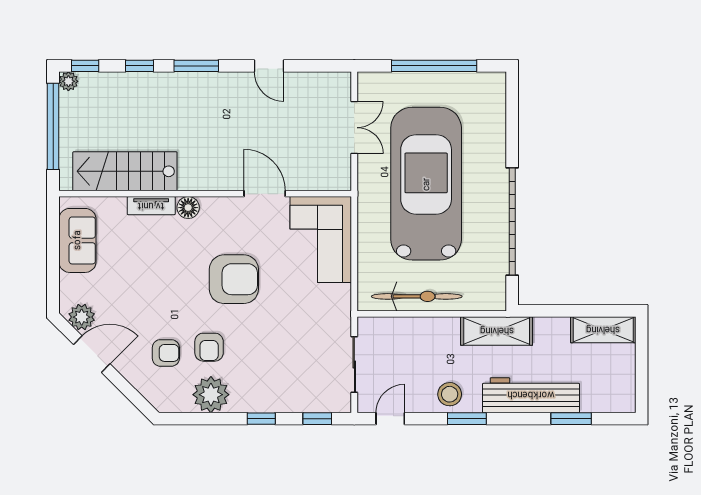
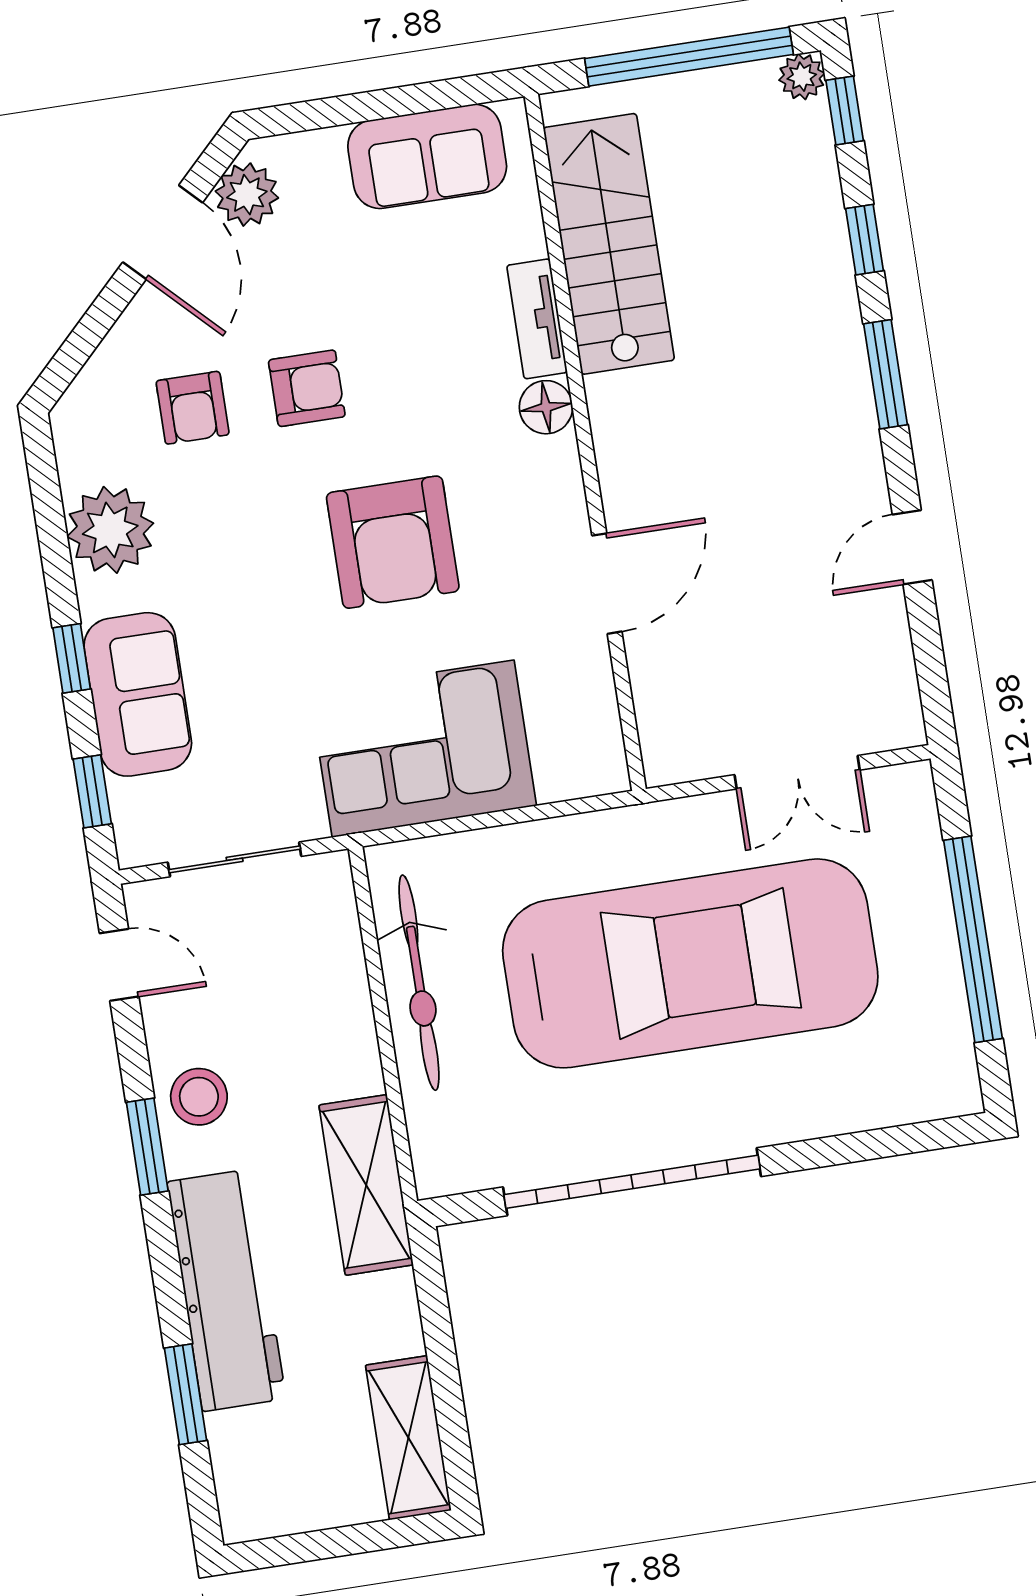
corner sofa: (321, 240) -> (423, 749), moved
armchair: (209, 347) -> (307, 388), moved, turned 180
sofa: (280, 394) -> (138, 694), added

